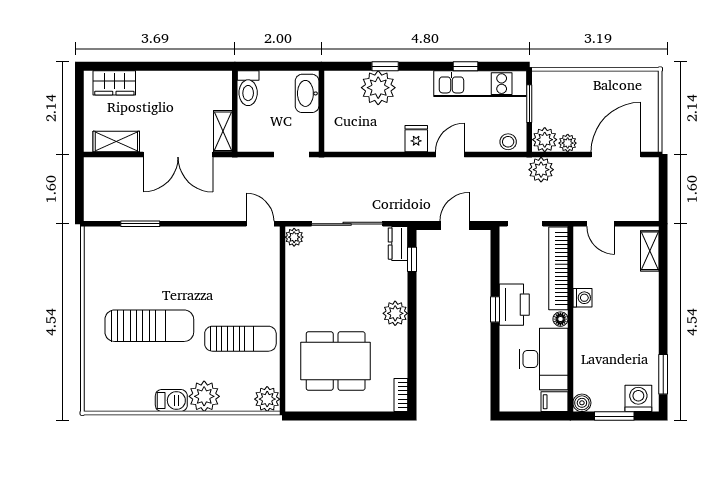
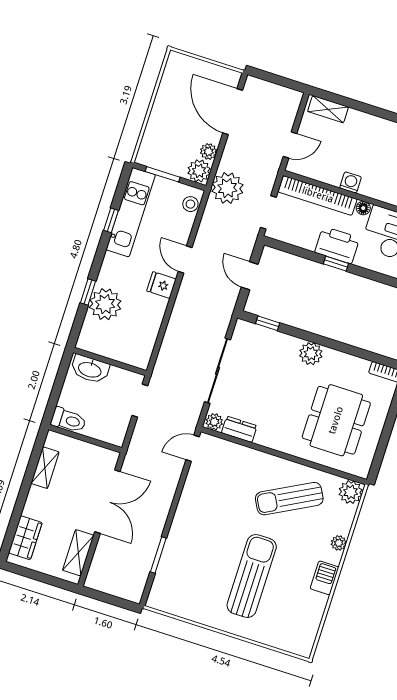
shelving: (223, 131) -> (45, 468), moved, turned 90
plant: (541, 170) -> (227, 188), width x1.36, depth x1.36
dresser: (398, 244) -> (239, 429), moved, turned 180
sun lounger: (240, 339) -> (289, 499), turned -118
plant: (204, 396) -> (339, 543), width x0.53, depth x0.53

